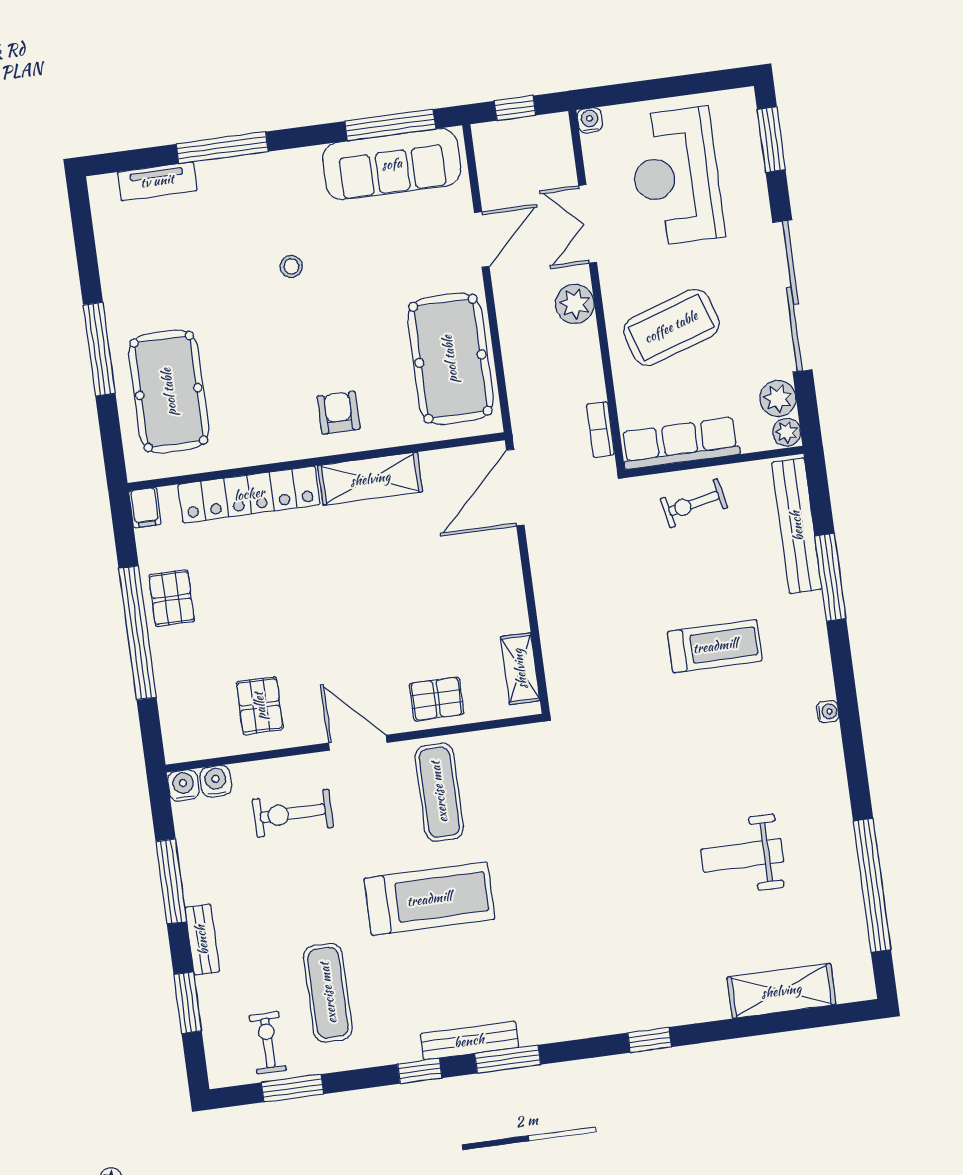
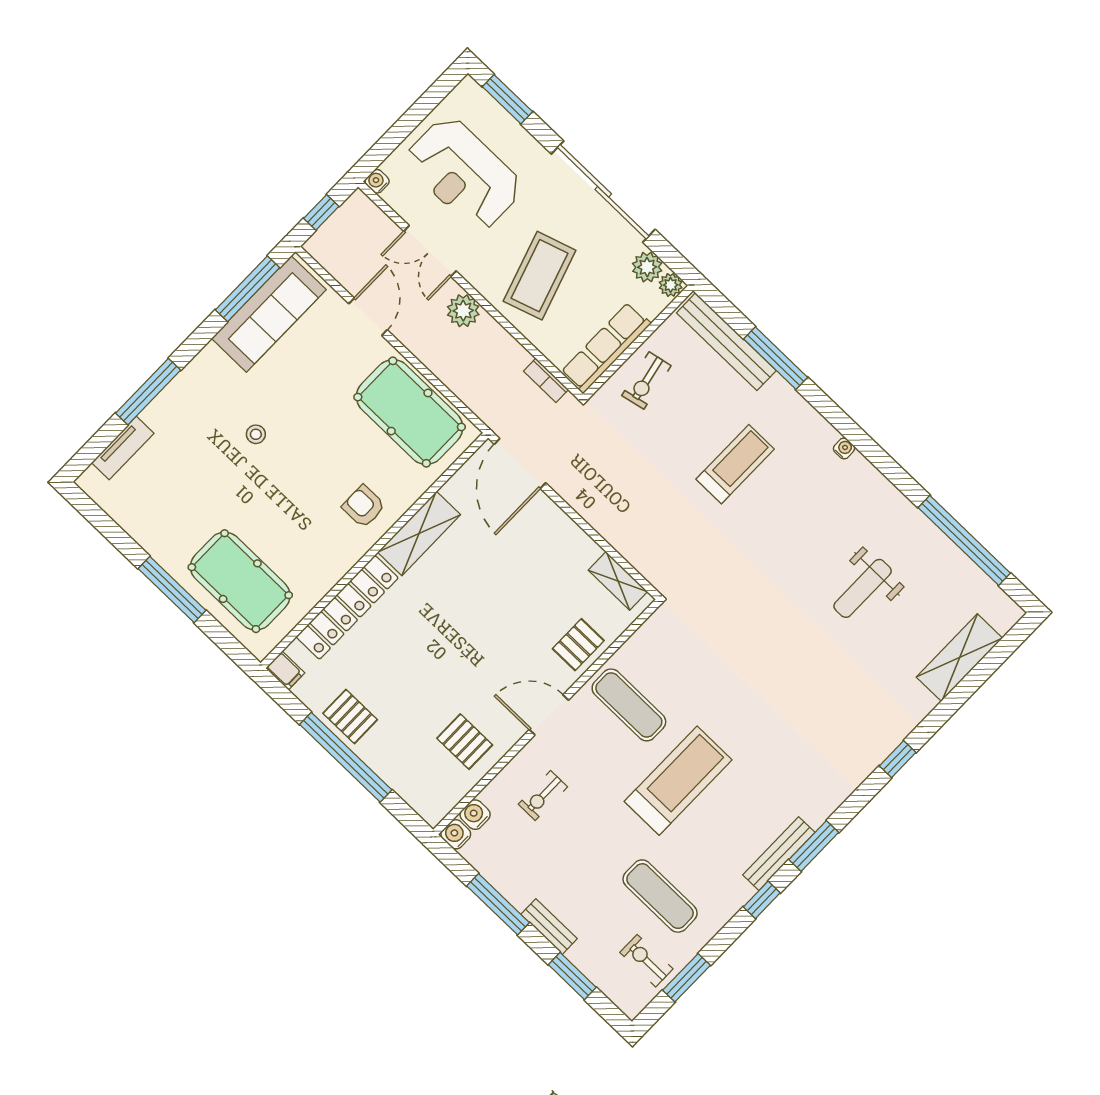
exercise bike: (293, 813) -> (543, 796), width x0.73, depth x0.72

